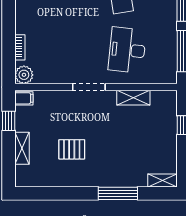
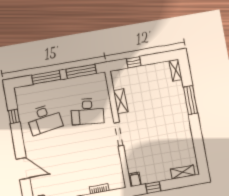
plant: (24, 75) -> (118, 182), removed
shelving: (22, 148) -> (183, 172), moved
pallet: (72, 149) -> (165, 139), removed

